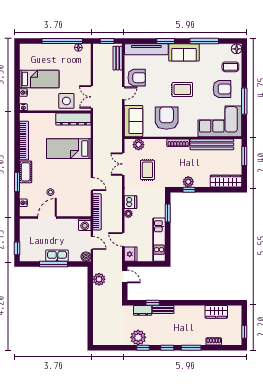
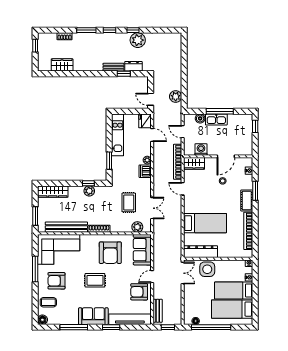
bed: (41, 60) -> (232, 309), added
wardrobe: (80, 210) -> (194, 163), added
washing machine: (85, 225) -> (201, 149), moved
boiler: (86, 257) -> (200, 118), moved

